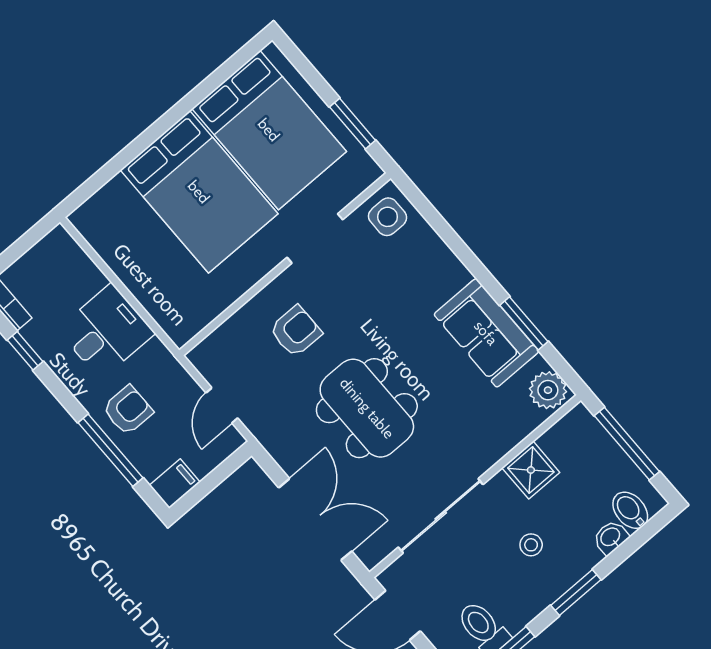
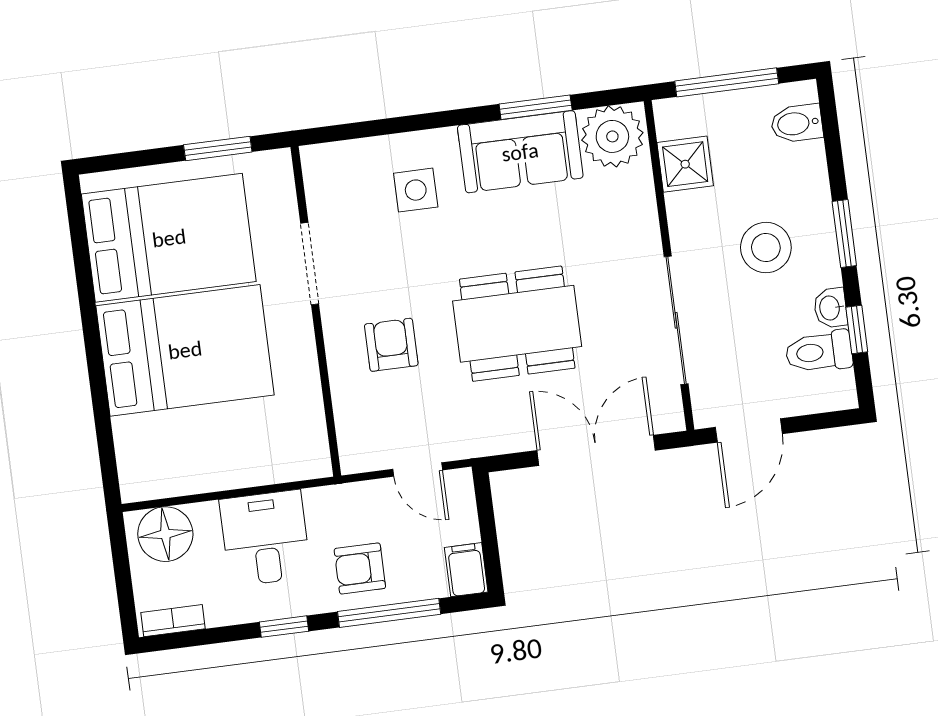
side table: (388, 217) -> (416, 190), moved
floor lamp: (64, 261) -> (165, 534), added
window: (25, 351) -> (284, 627), moved
plant: (548, 390) -> (612, 136), width x1.36, depth x1.36
armchair: (128, 410) -> (360, 568), turned -90
shower: (531, 470) -> (685, 164), moved
washbasin: (611, 537) -> (830, 308), moved
stool: (531, 545) -> (766, 248), width x1.89, depth x1.89

